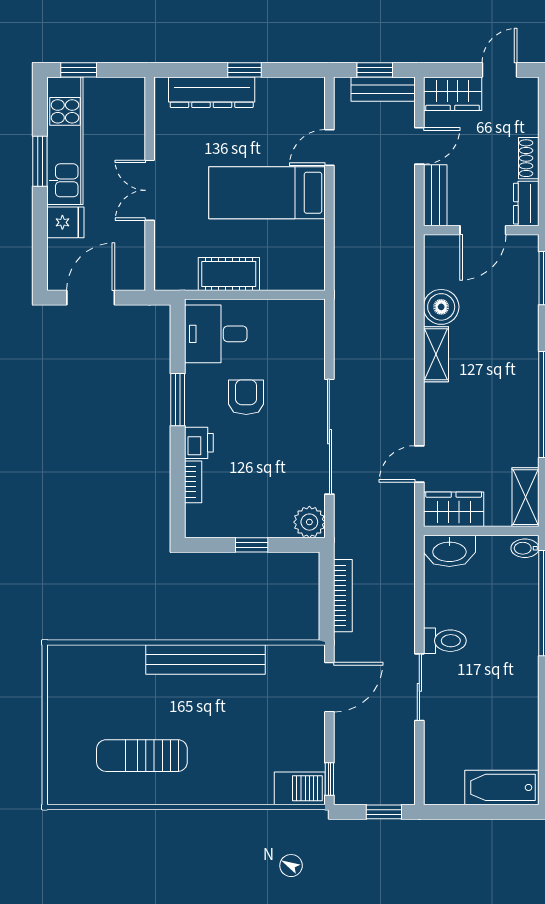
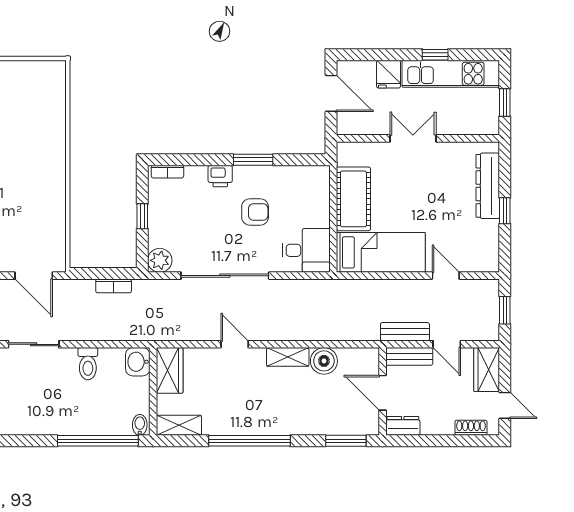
window: (79, 70) -> (505, 103), moved
bench: (383, 89) -> (405, 332), moved, turned 90
shoe rack: (529, 158) -> (471, 428), moved
window: (40, 161) -> (435, 55), width x0.67
bed: (267, 193) -> (381, 252), moved, turned 90
cot: (229, 274) -> (353, 199), width x1.37, depth x1.34
desk: (216, 334) -> (306, 250), moved, turned 90
door: (419, 464) -> (235, 344), moved
bookcase: (193, 482) -> (167, 172), moved
washbasin: (449, 551) -> (138, 362), width x0.72
bookcase: (343, 596) -> (114, 286), width x0.64
toilet: (445, 641) -> (88, 364), moved
bench: (205, 660) -> (55, 181), removed

